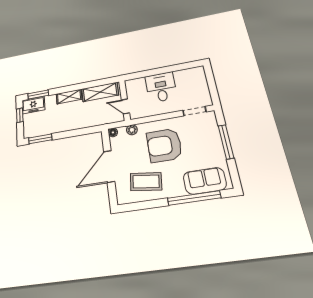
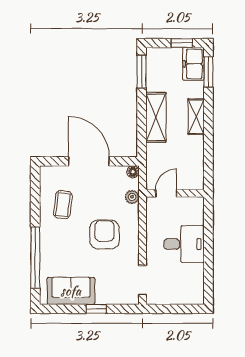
shelving: (100, 92) -> (156, 117), moved
window: (226, 142) -> (96, 309), width x0.46
armchair: (164, 145) -> (104, 235), width x0.73, depth x0.73
sofa: (205, 181) -> (71, 291), moved, turned -90
coffee table: (146, 182) -> (63, 205), width x0.73, depth x0.77

